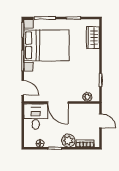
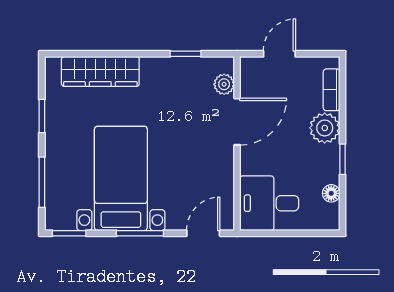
wardrobe: (93, 38) -> (100, 71), width x1.50
bed with nightstands: (46, 45) -> (121, 178), width x0.73
door: (58, 103) -> (237, 122), moved

